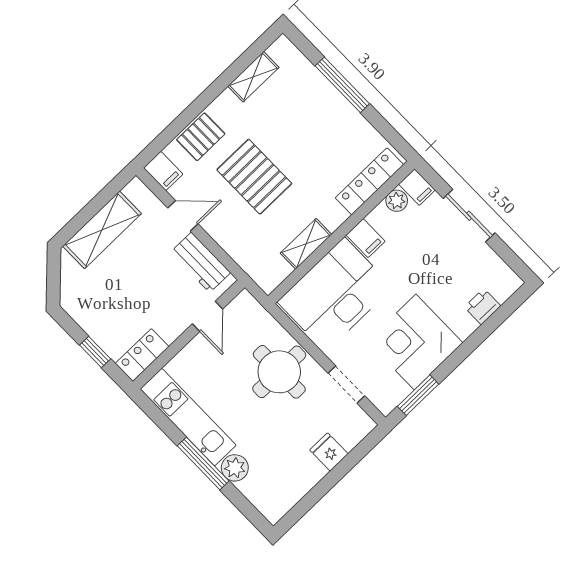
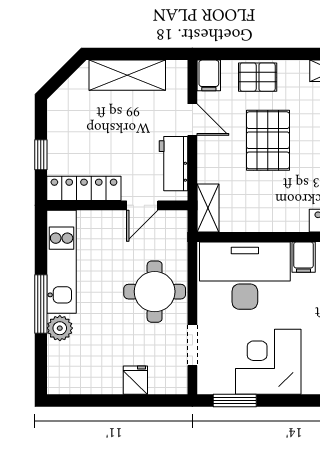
shelving: (306, 244) -> (208, 208), moved, turned 90
locker: (142, 355) -> (84, 188), width x1.53

